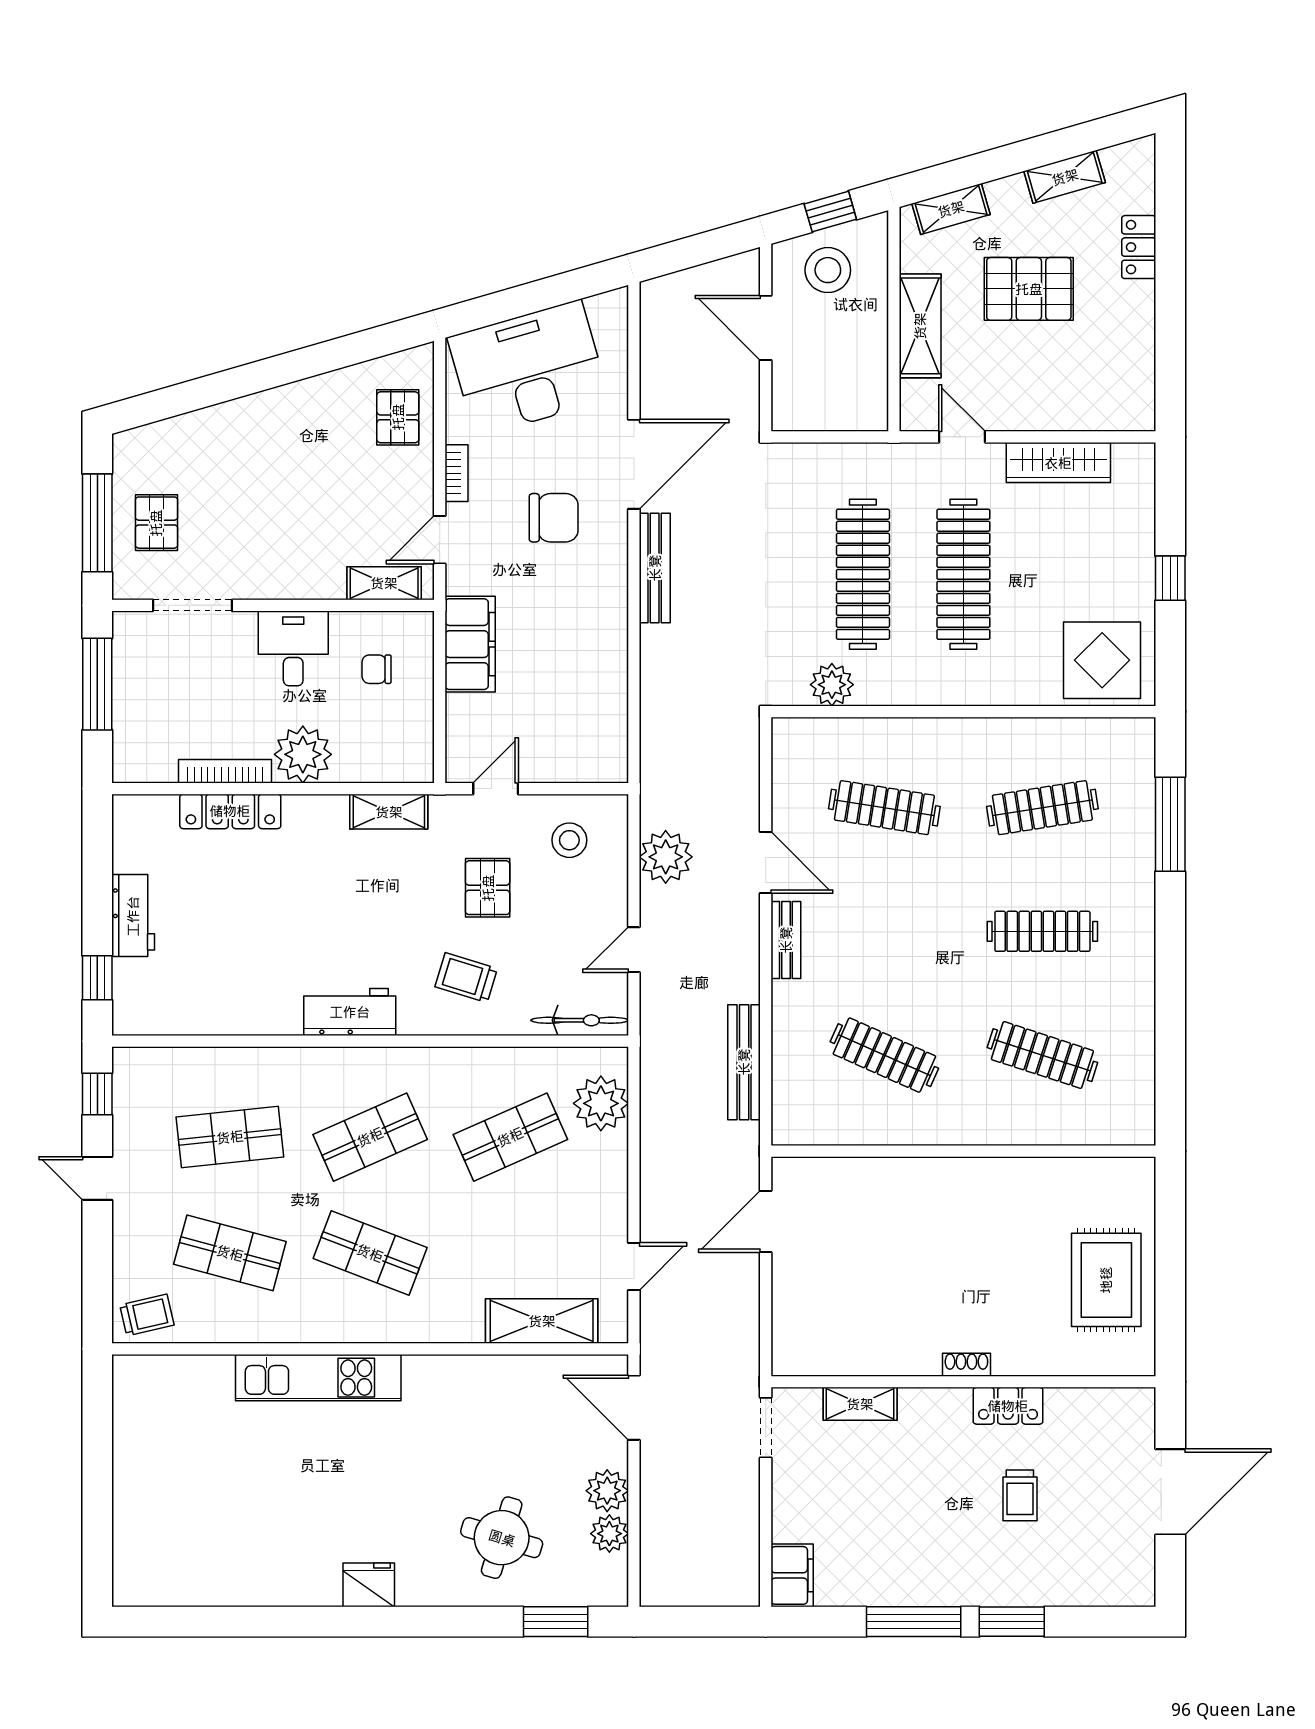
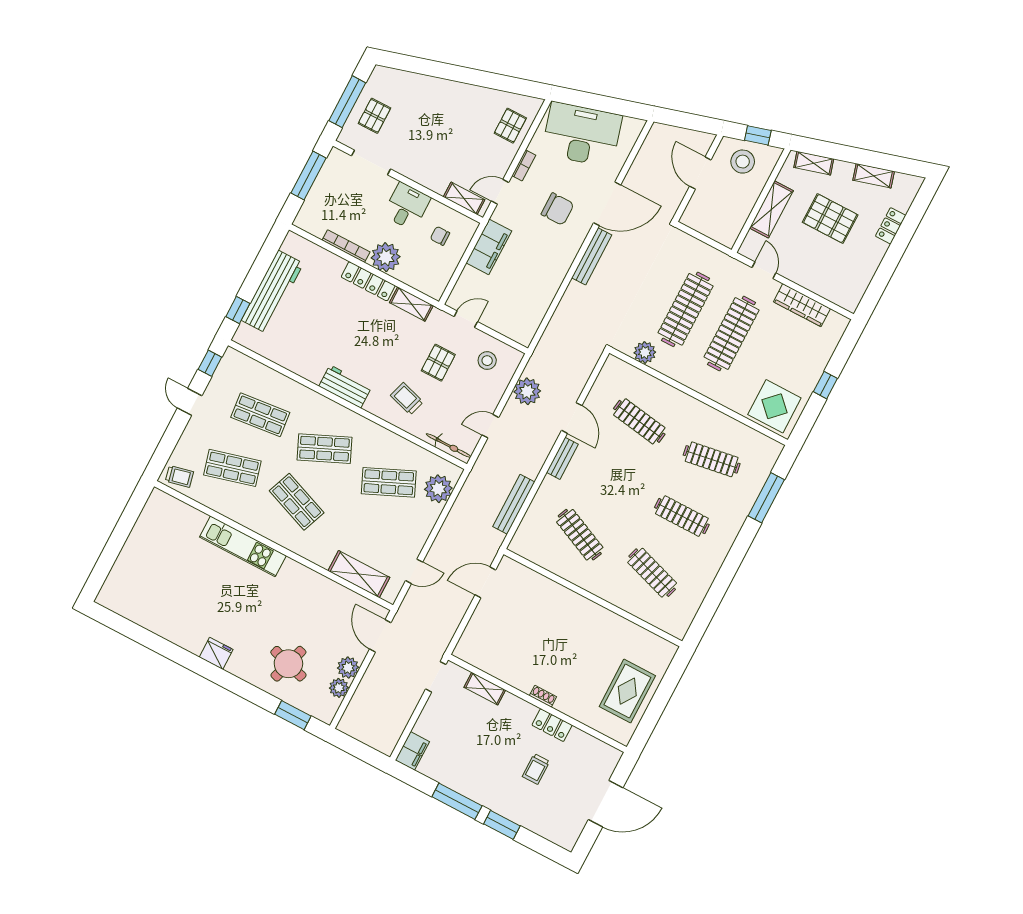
locker: (230, 811) -> (368, 281), moved
workbench: (133, 916) -> (272, 292), width x1.88, depth x1.32
shop shelf: (230, 1253) -> (232, 468), turned -30

